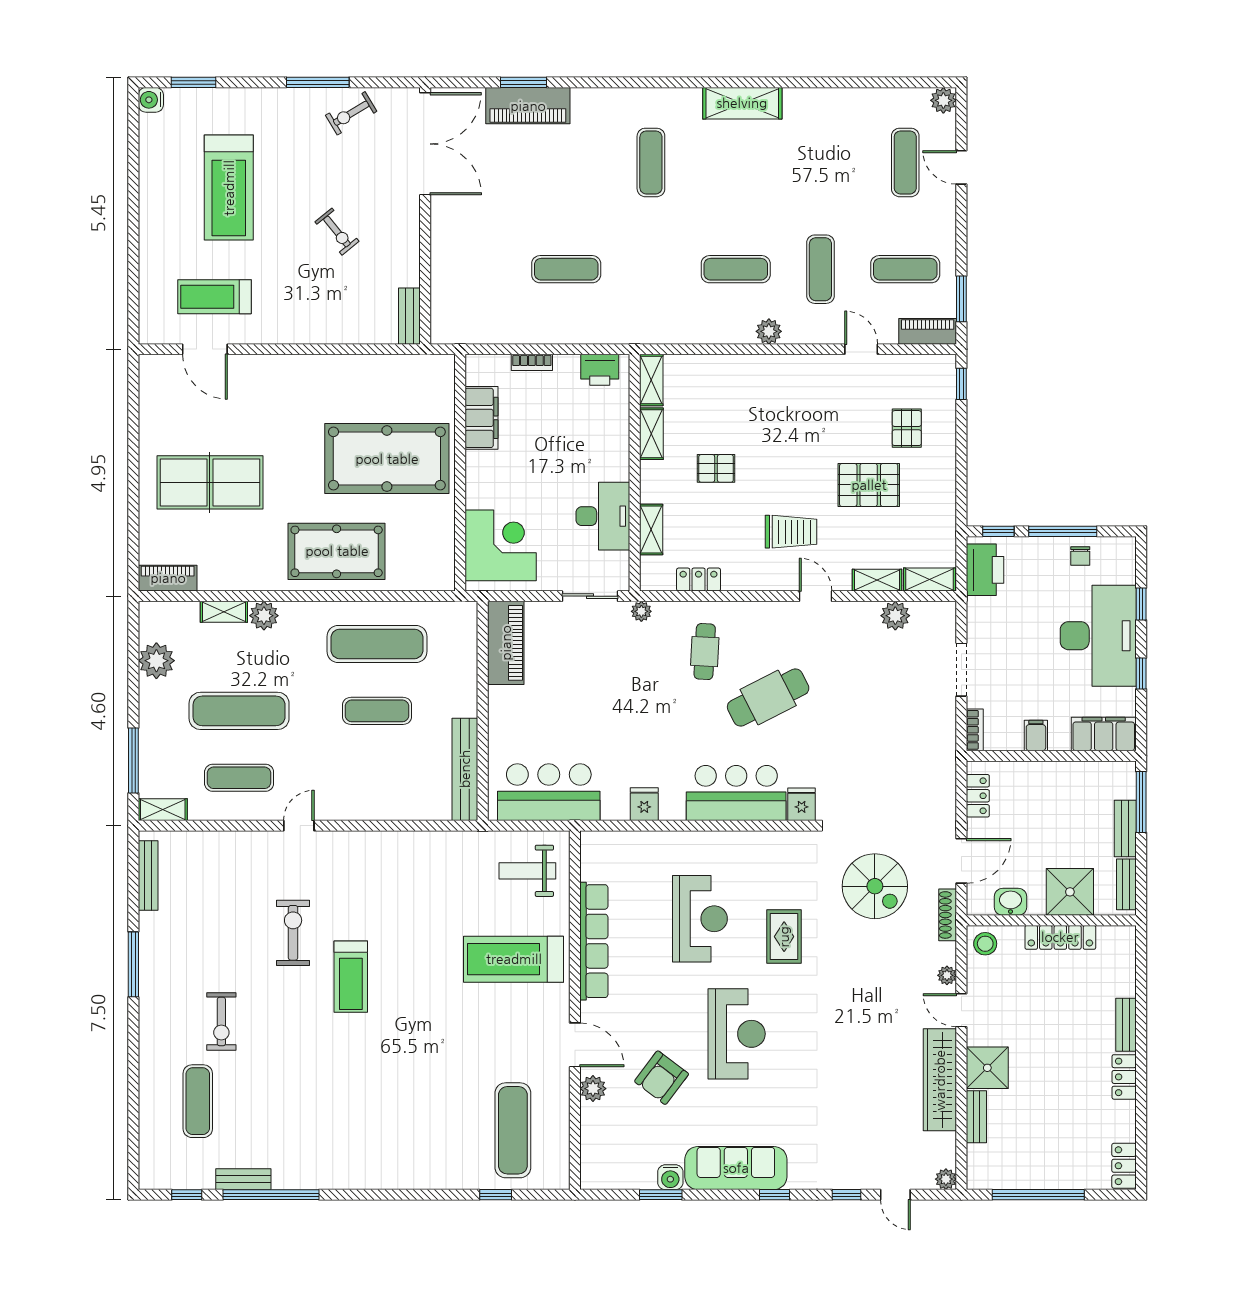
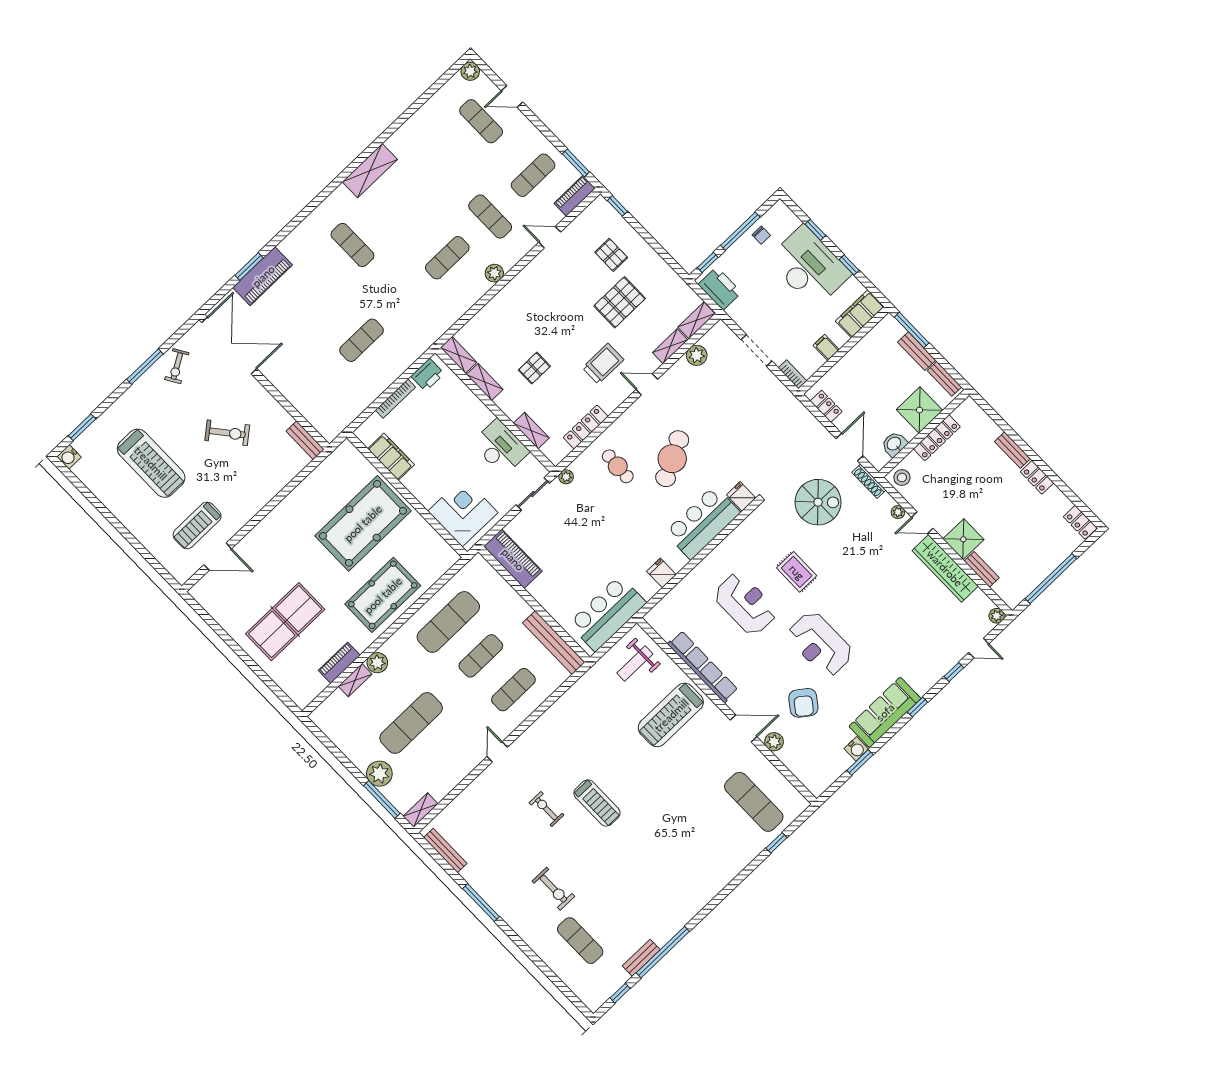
exercise bike: (337, 232) -> (227, 433), width x1.38, depth x1.39
bookcase: (532, 362) -> (395, 399), width x1.56
piano: (168, 578) -> (339, 663), moved
locker: (699, 580) -> (586, 427), width x1.53
plant: (156, 661) -> (379, 774), moved
exercise mat: (239, 778) -> (513, 690), moved
exercise bike: (293, 933) -> (546, 809), width x0.73, depth x0.72
reception desk: (737, 1034) -> (820, 644), turned 180

